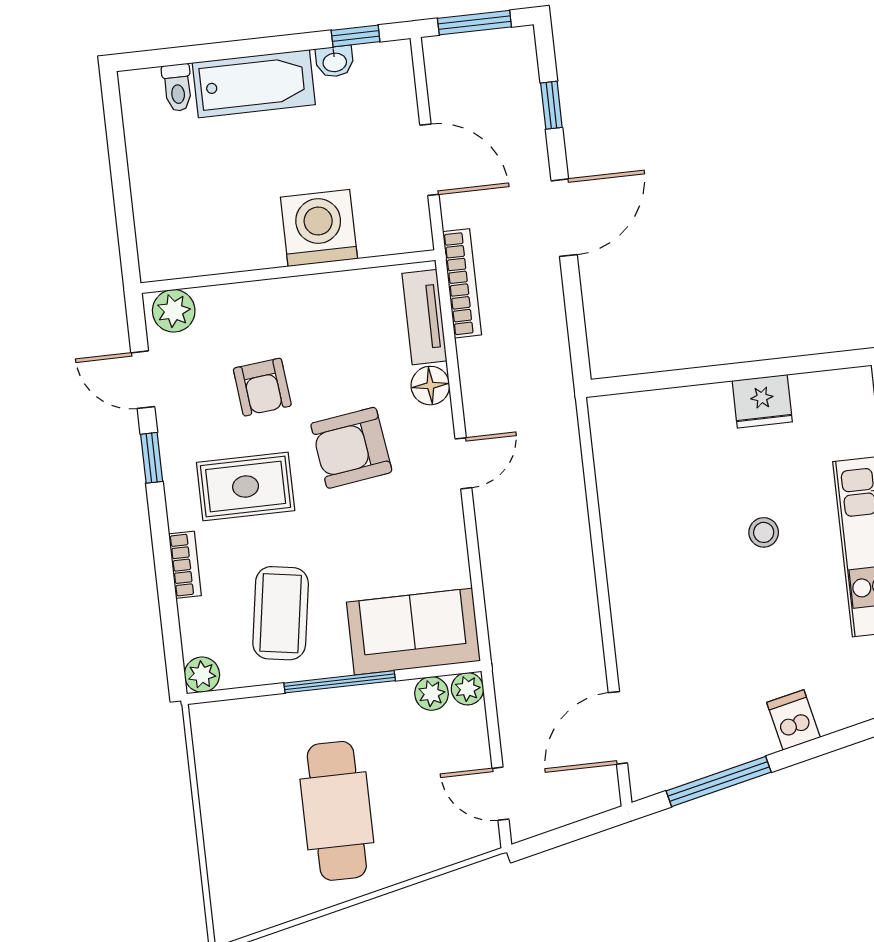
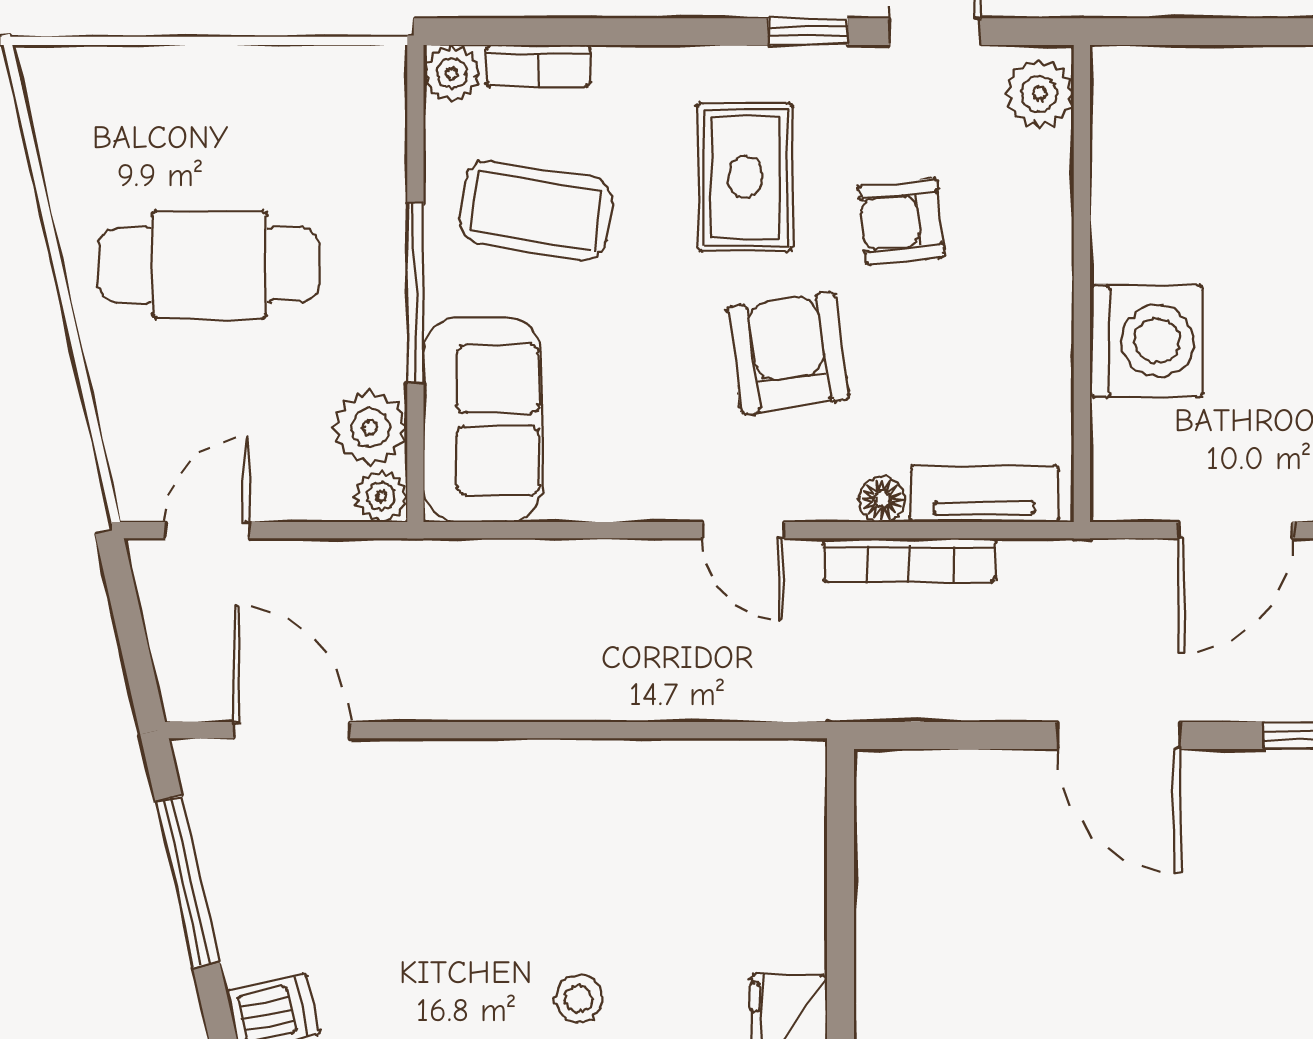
bookcase: (462, 283) -> (910, 560), moved
floor lamp: (430, 386) -> (882, 500), width x0.73, depth x0.73
bookcase: (185, 565) -> (538, 66), moved
plant: (431, 693) -> (370, 427), width x1.38, depth x1.38

